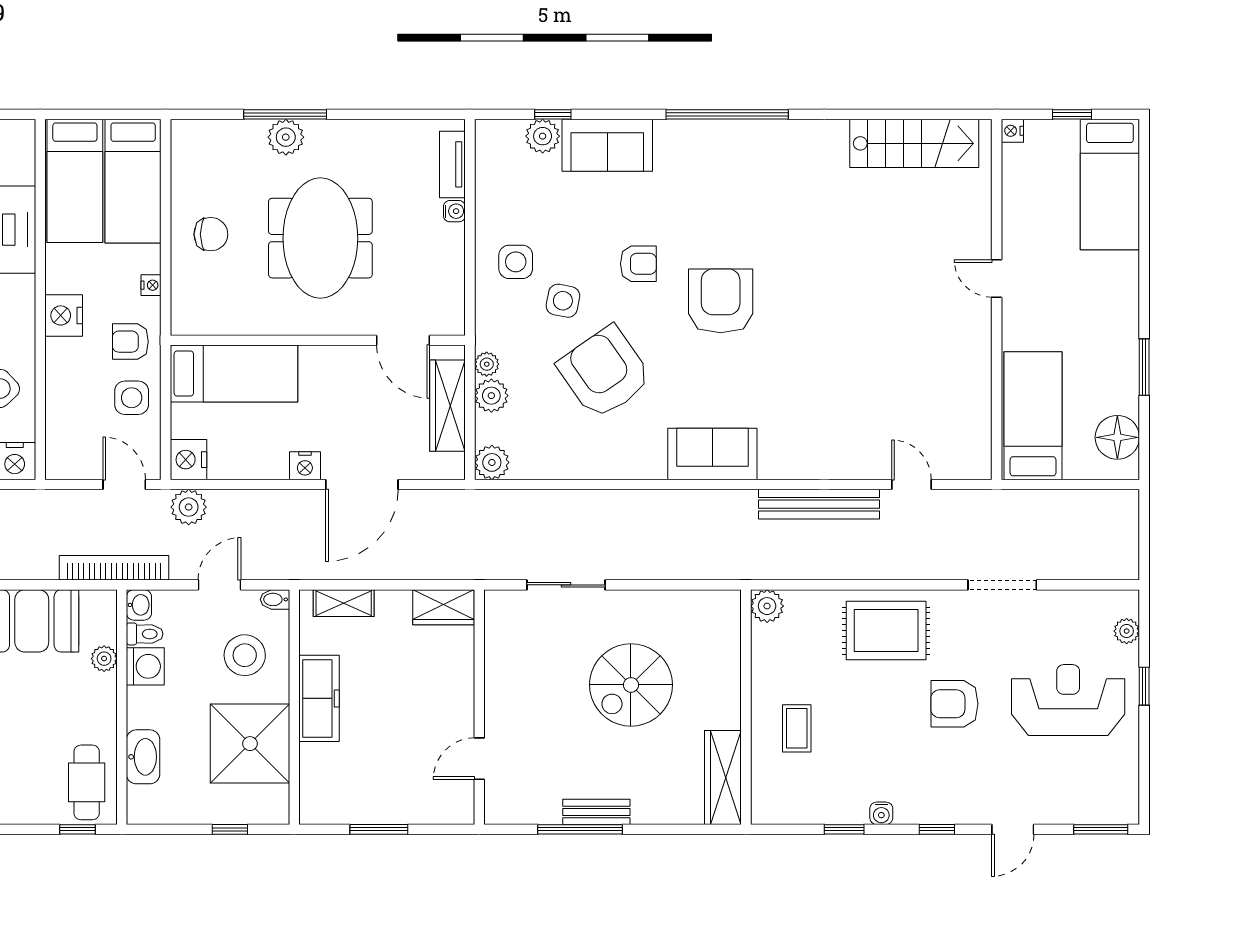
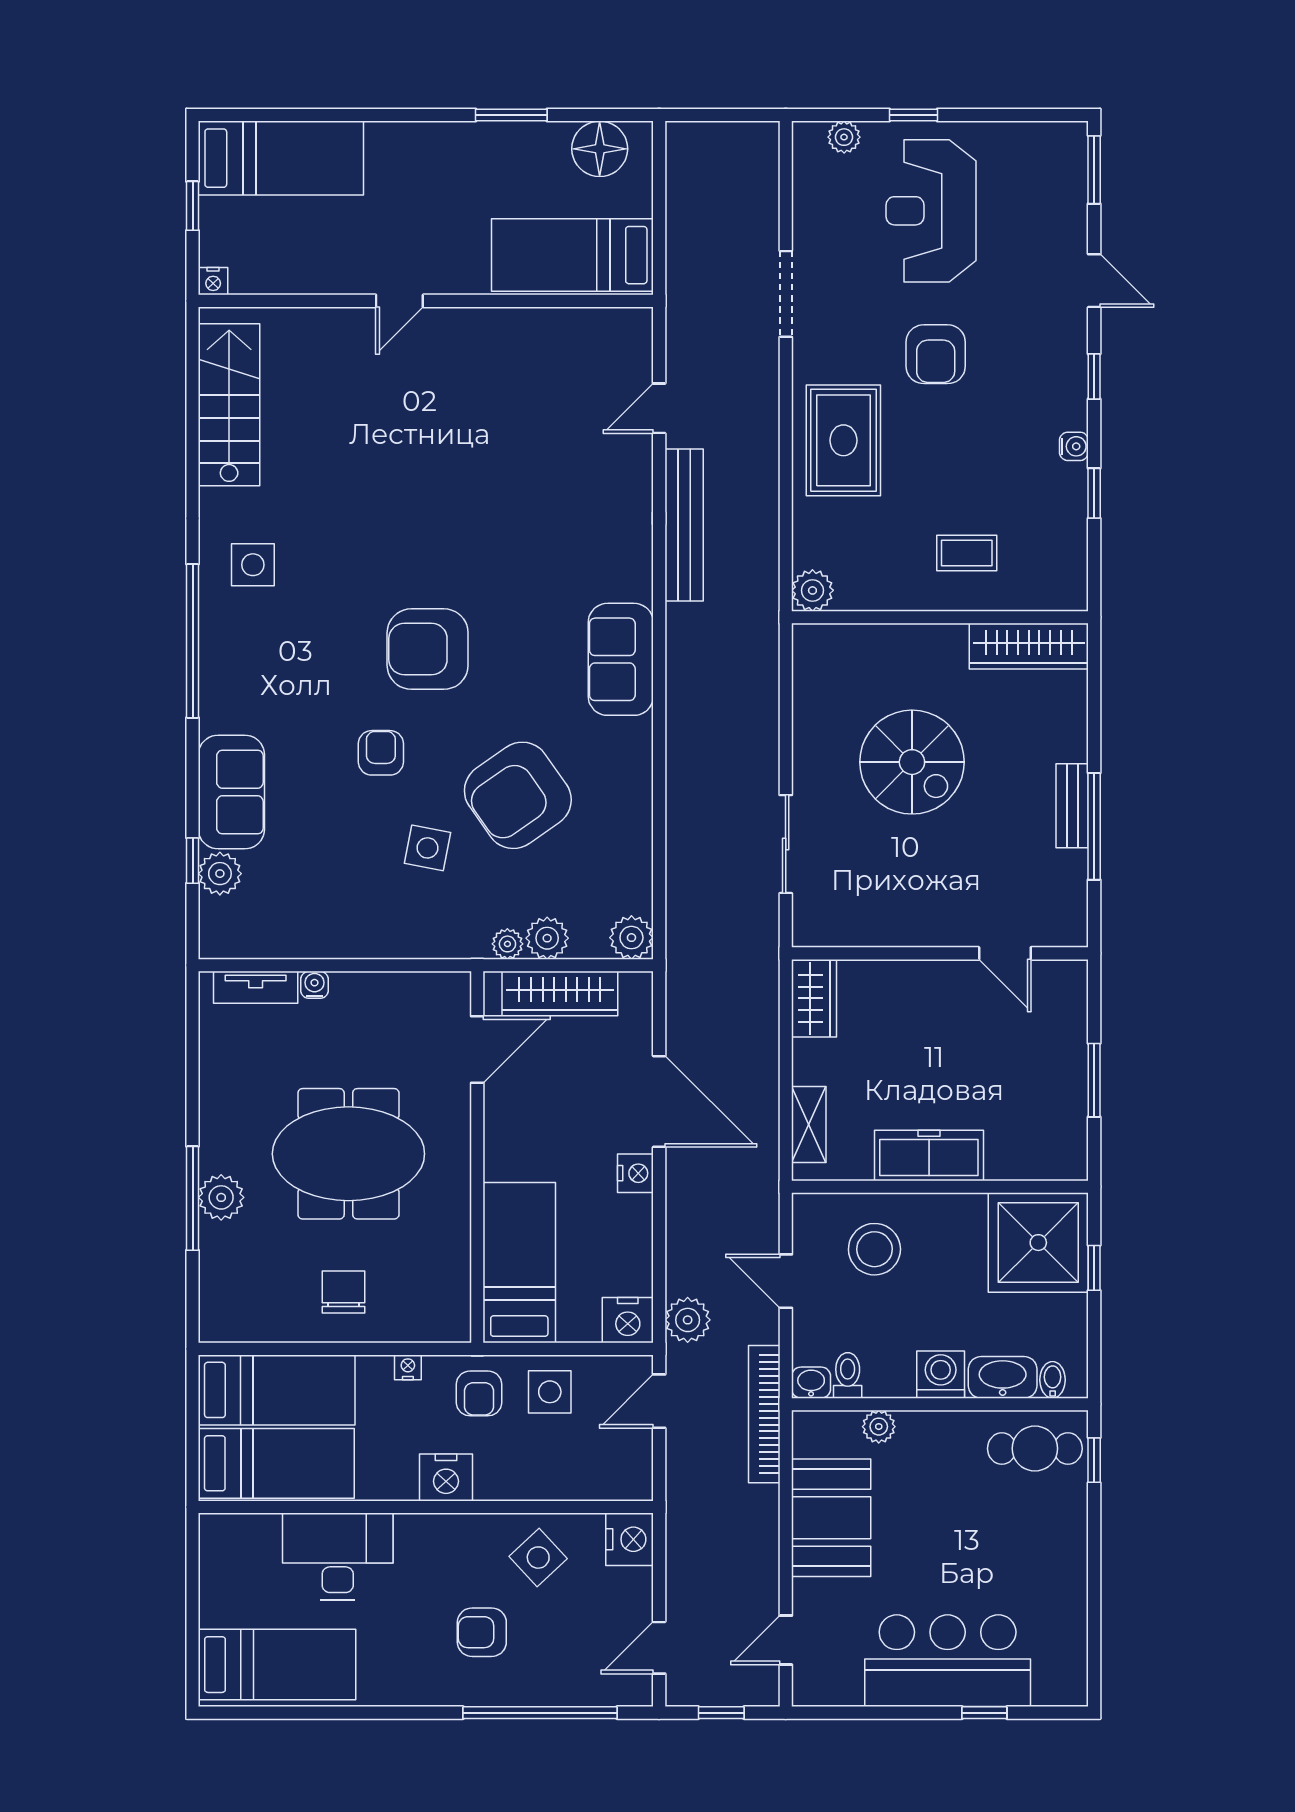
side table: (516, 262) -> (253, 565), moved
bidet: (275, 599) -> (1053, 1380), moved, turned 180
washing machine: (145, 666) -> (941, 1375), moved
shower: (250, 744) -> (1038, 1243), moved

